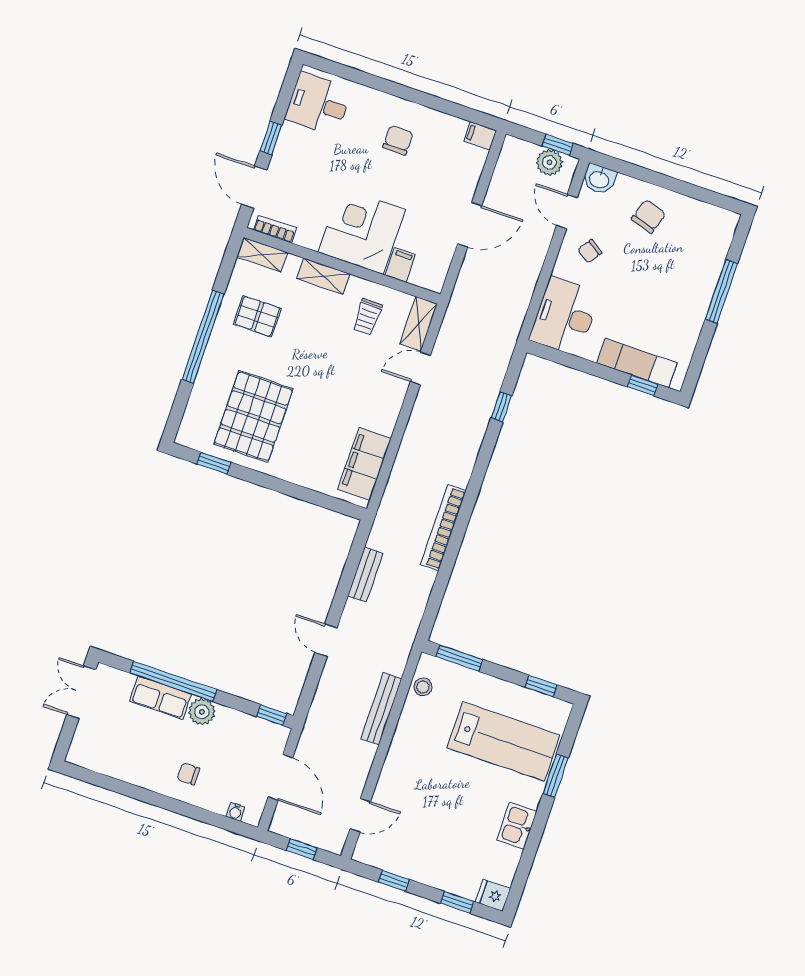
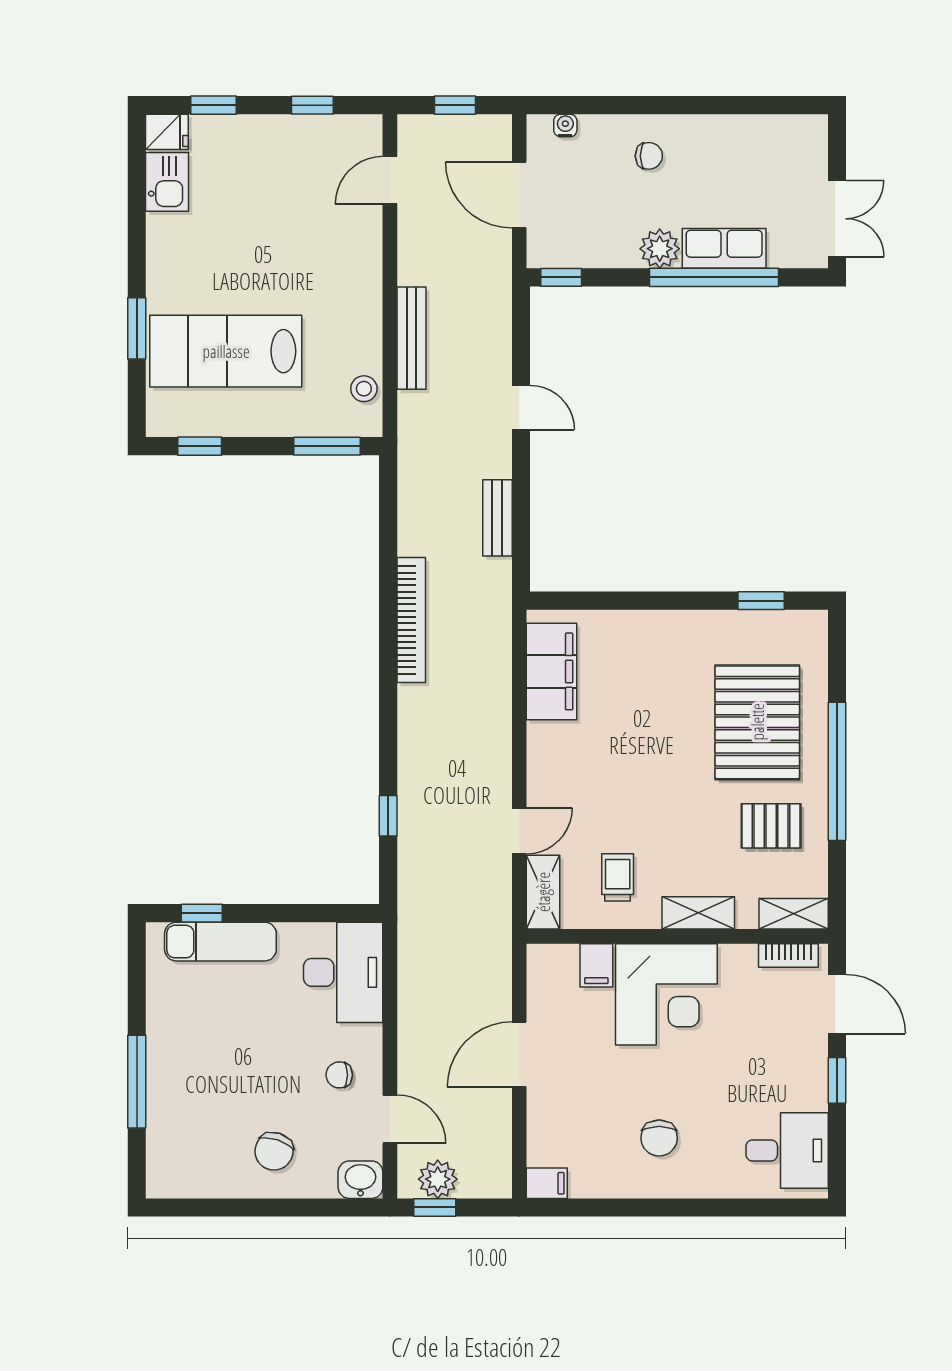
chair: (590, 251) -> (339, 1075), turned -125
pallet: (253, 416) -> (757, 722), moved
kitchen sink: (517, 826) -> (167, 182), moved

